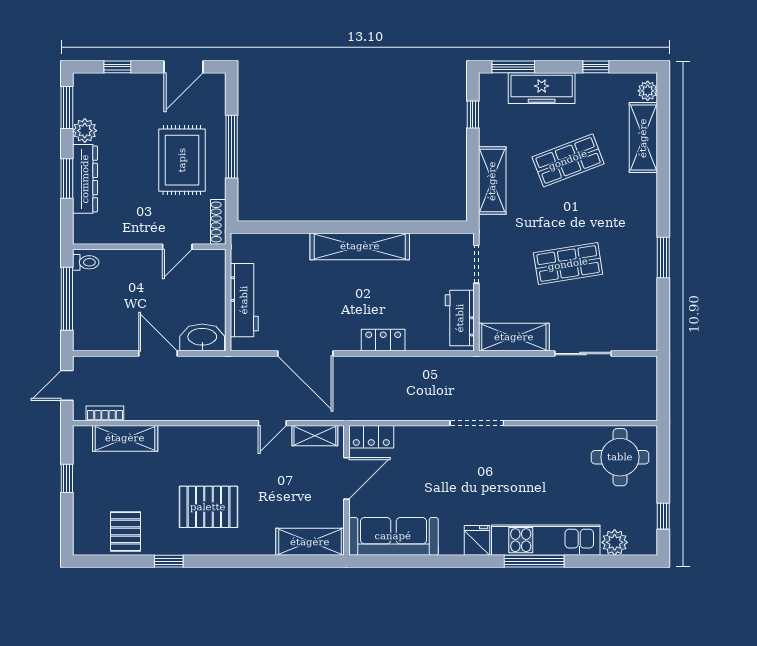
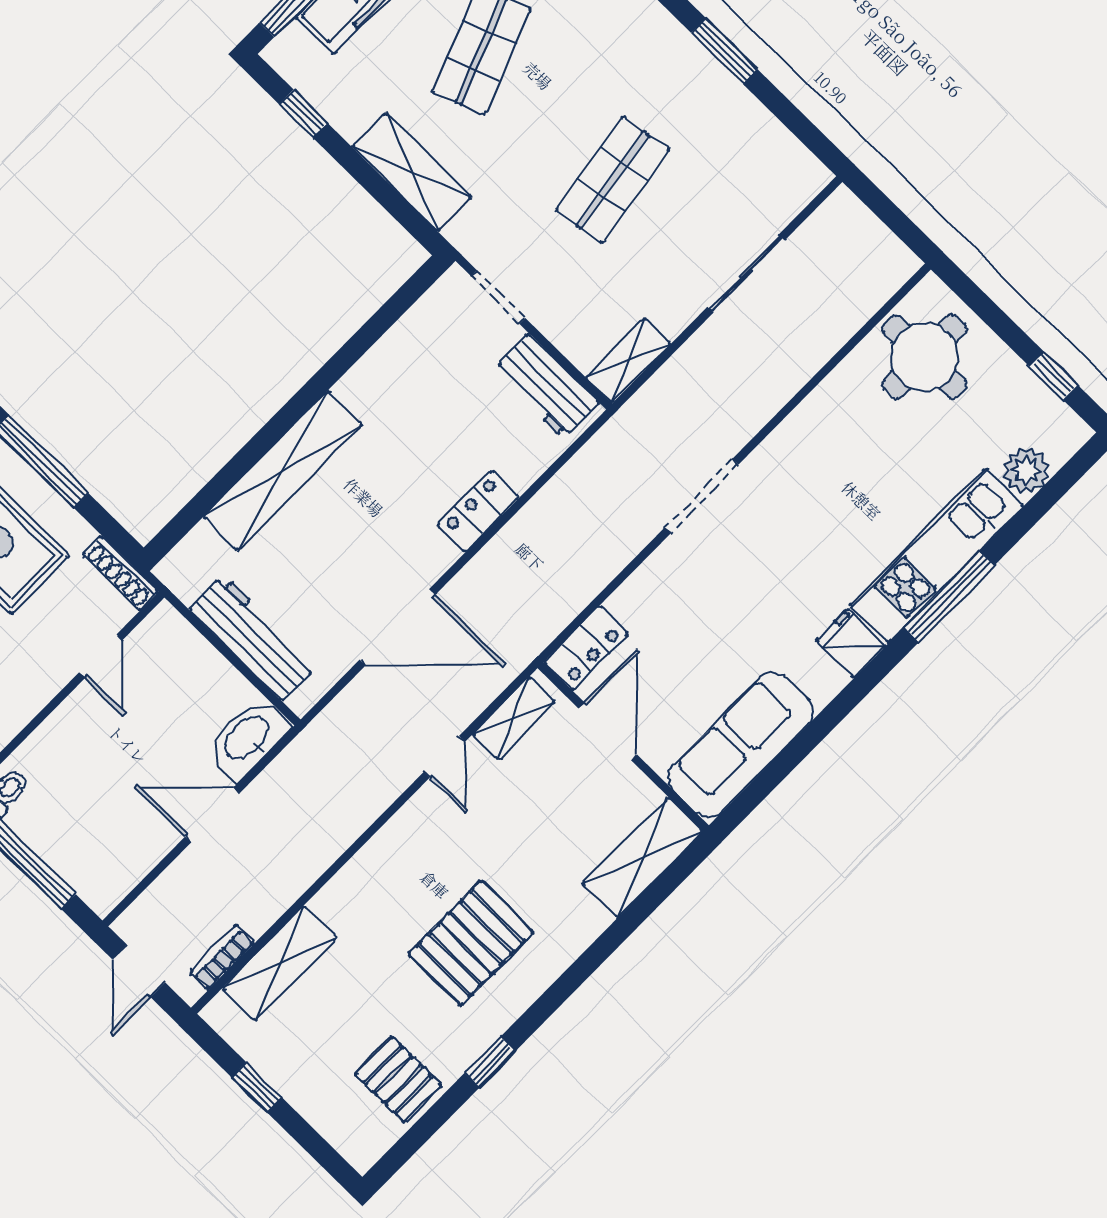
shelving: (360, 246) -> (283, 471), moved
shelving: (514, 337) -> (628, 360), width x0.67, depth x0.75

